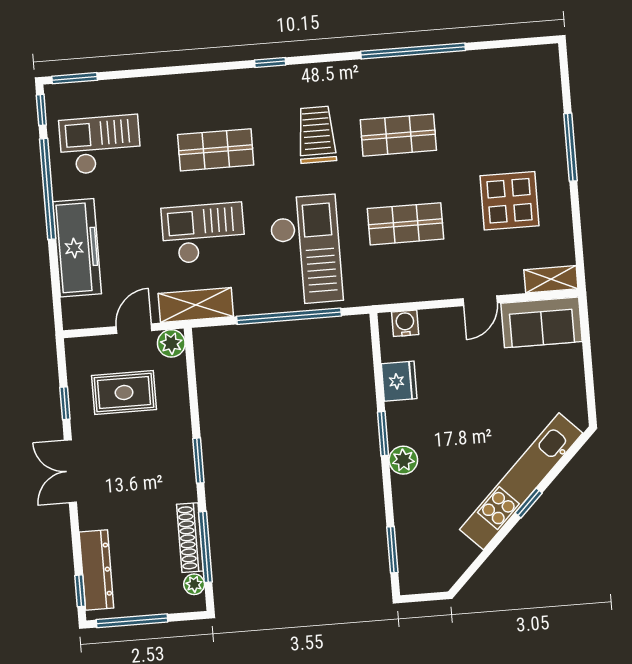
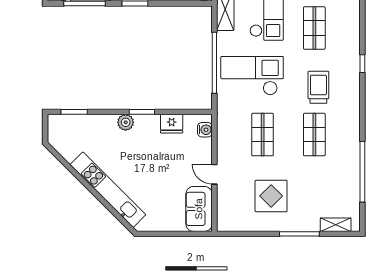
window: (413, 51) -> (362, 172), moved
trolley: (317, 135) -> (318, 87), turned -90
checkout: (306, 250) -> (252, 76), turned 180
shelving: (551, 279) -> (336, 225), moved, turned 90
window: (529, 503) -> (95, 193), removed

